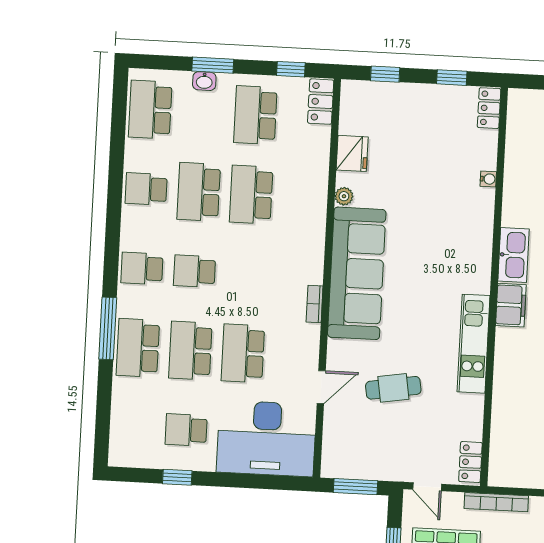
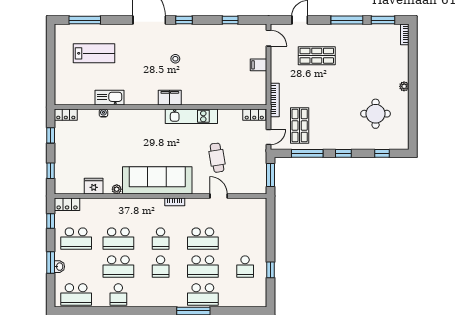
kitchen sink: (513, 255) -> (110, 98), moved
school desk: (142, 268) -> (161, 239), moved
desk: (266, 438) -> (247, 224), removed

